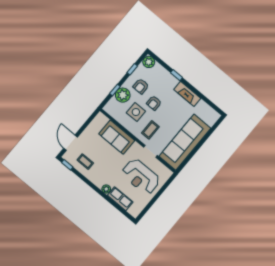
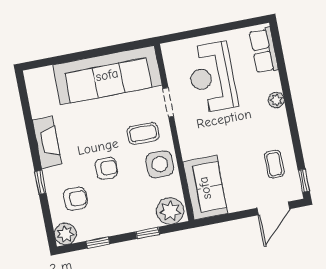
armchair: (141, 86) -> (75, 199), moved
plant: (123, 95) -> (170, 211), moved
side table: (136, 112) -> (160, 164), moved
sofa: (117, 137) -> (205, 188), moved
reception desk: (141, 177) -> (212, 77), turned 180
row of seats: (120, 199) -> (264, 50), moved

